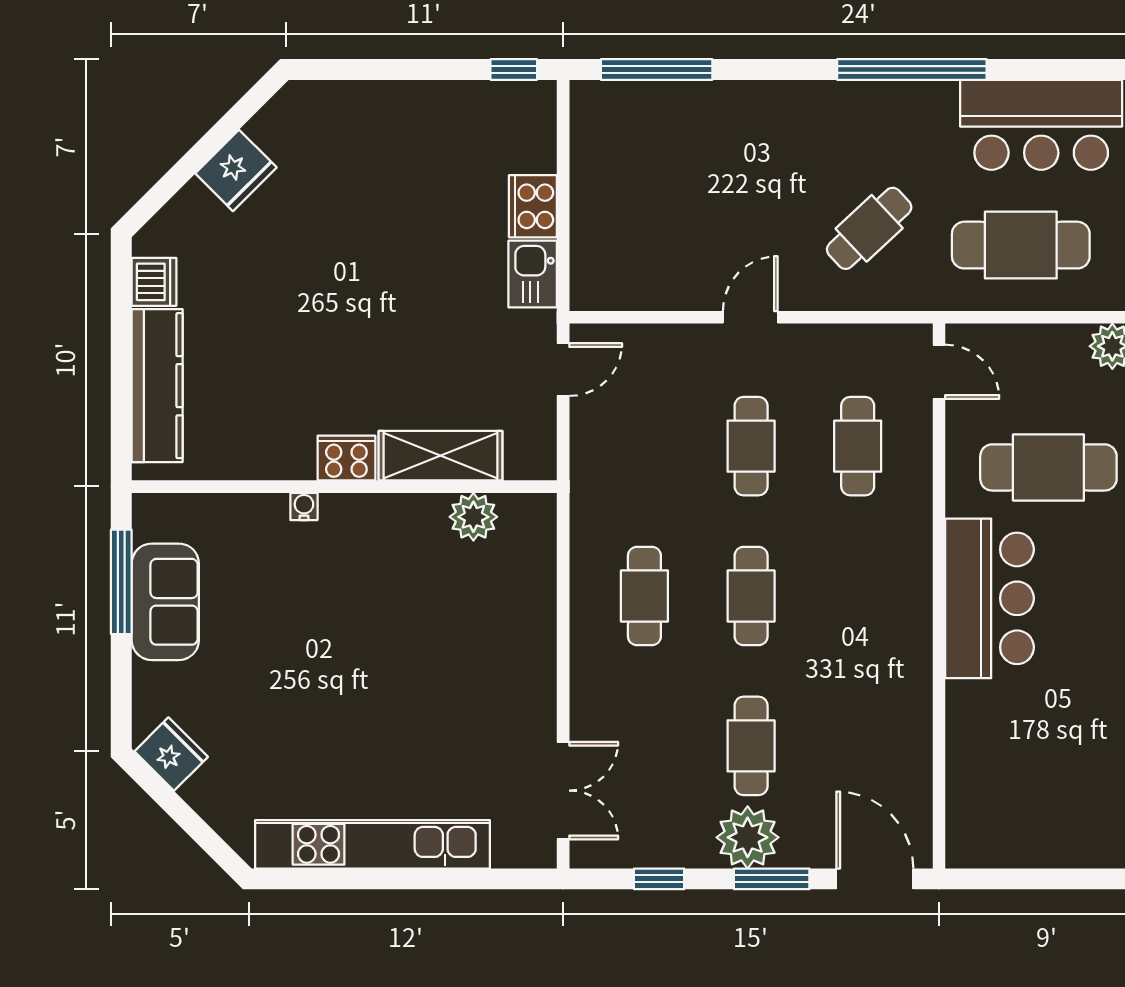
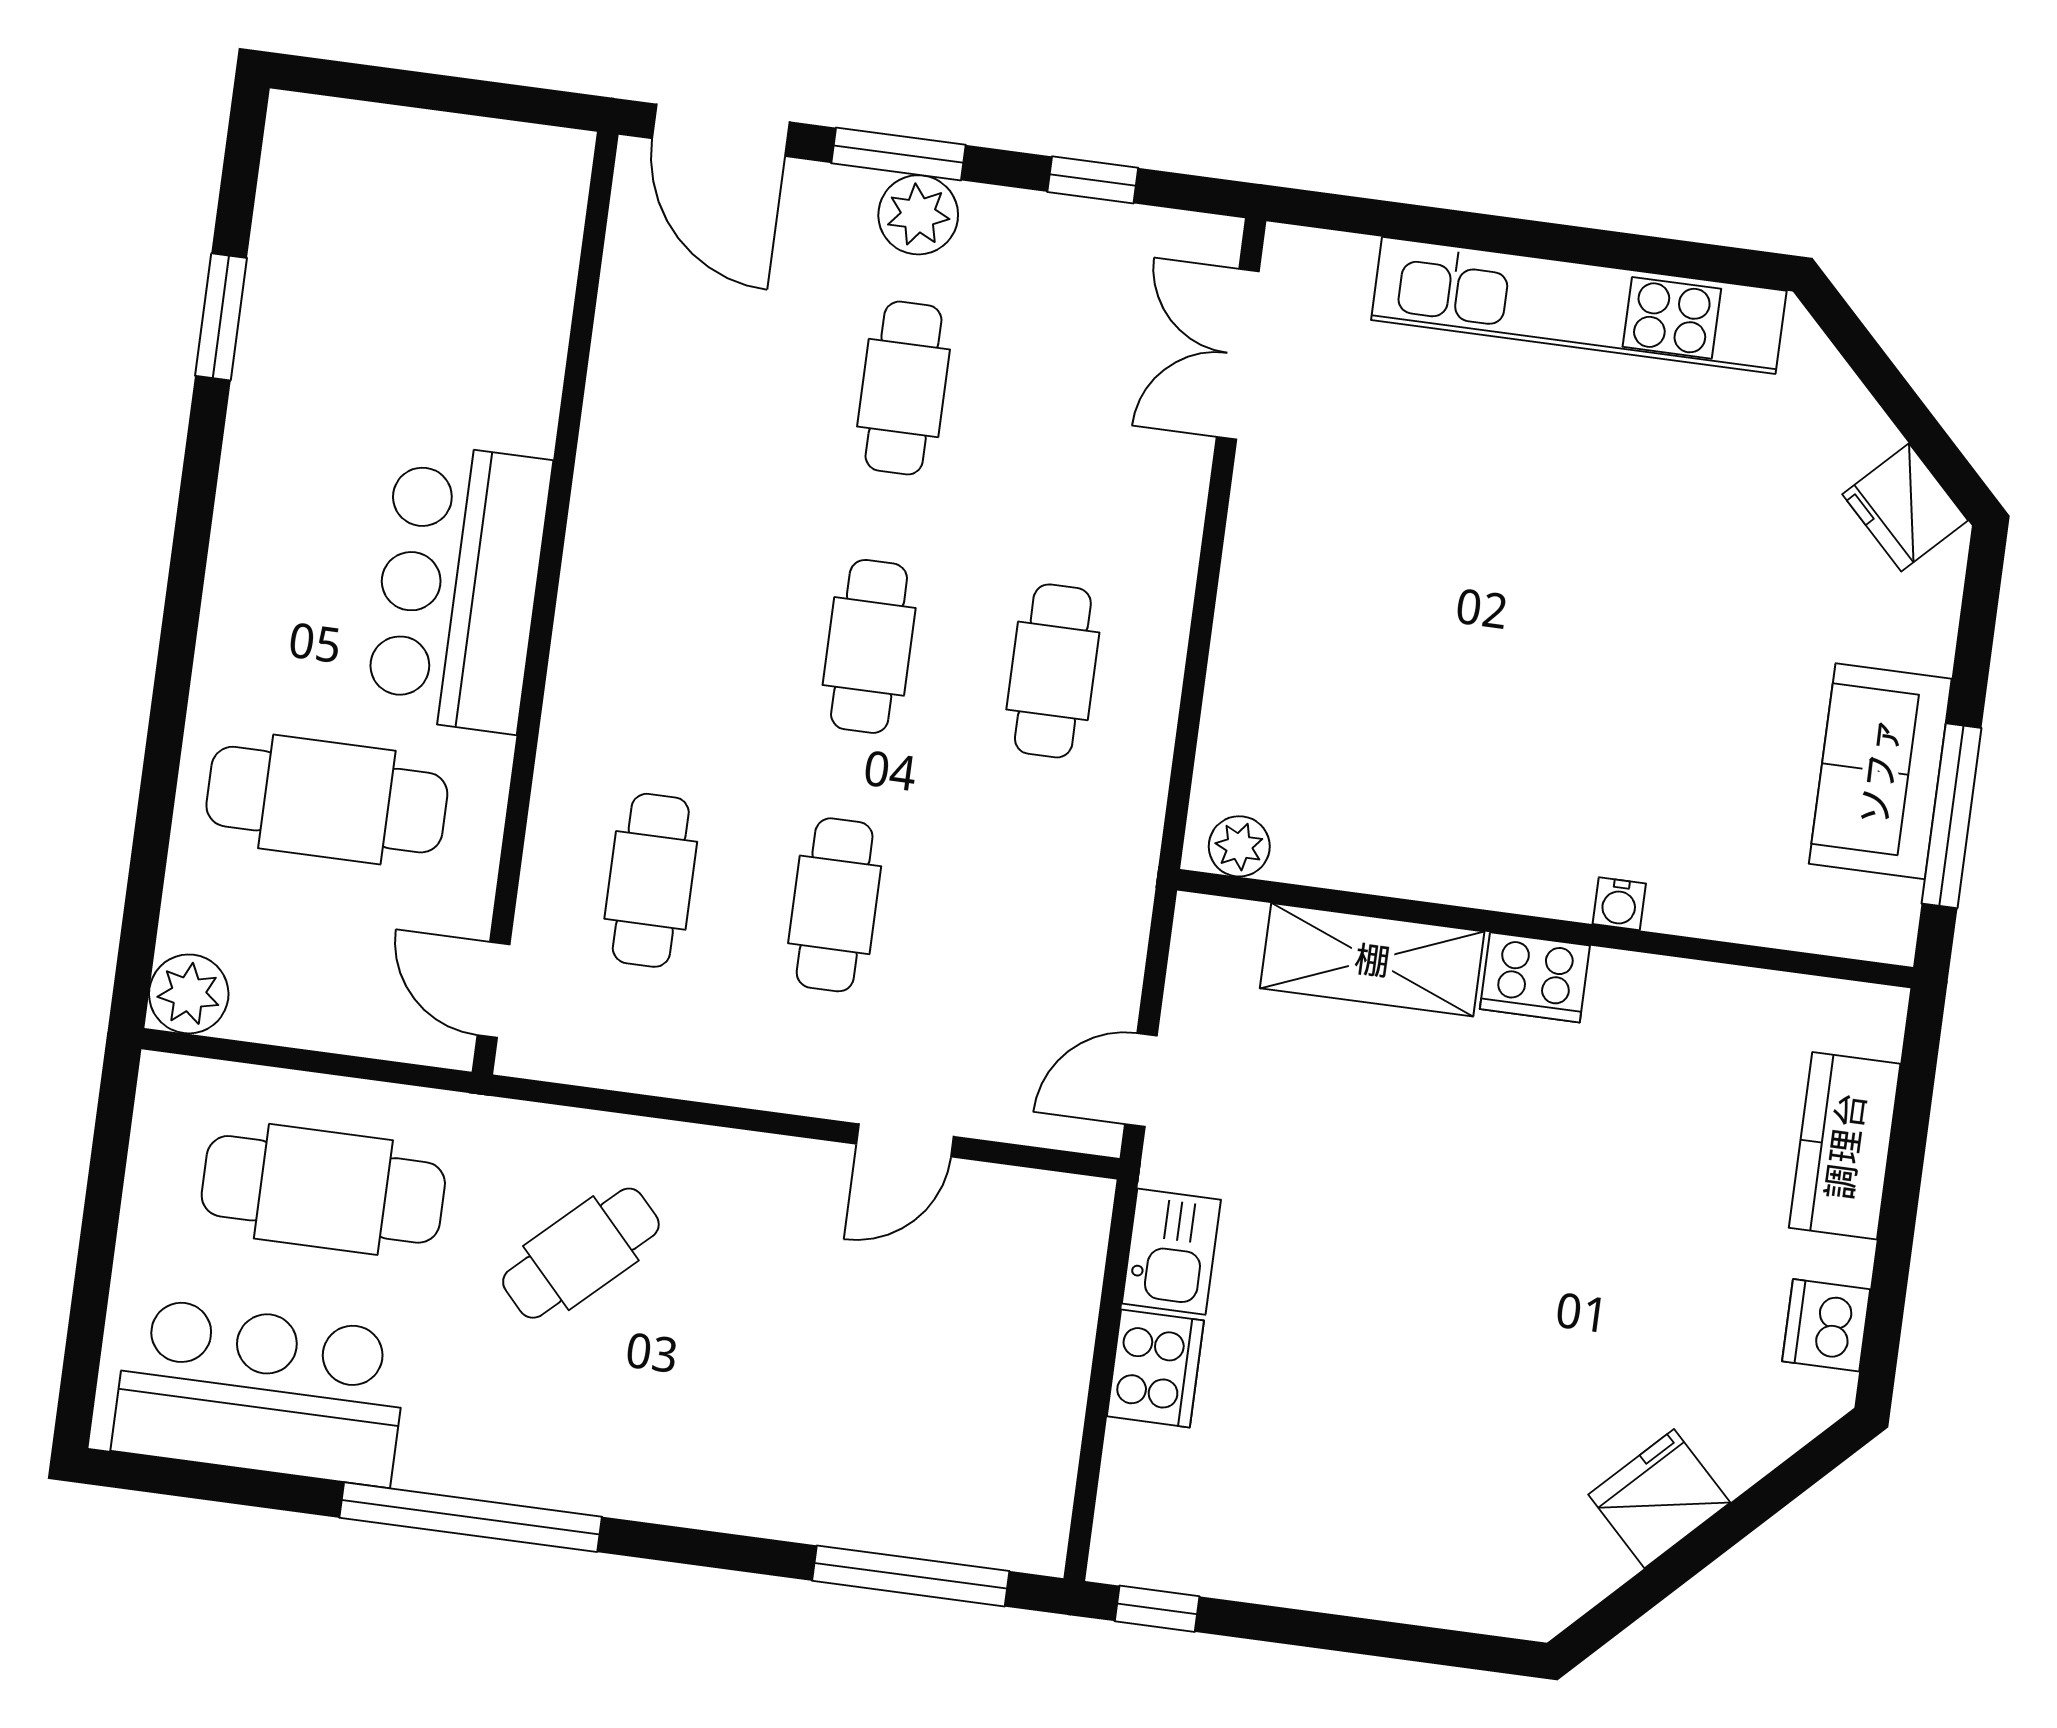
door: (750, 317) -> (905, 1140), moved
kitchen counter: (157, 386) -> (1845, 1146), width x0.67
plant: (473, 517) -> (1239, 846), moved, width x0.73, depth x0.73
plant: (748, 837) -> (918, 215), width x0.73, depth x0.73

